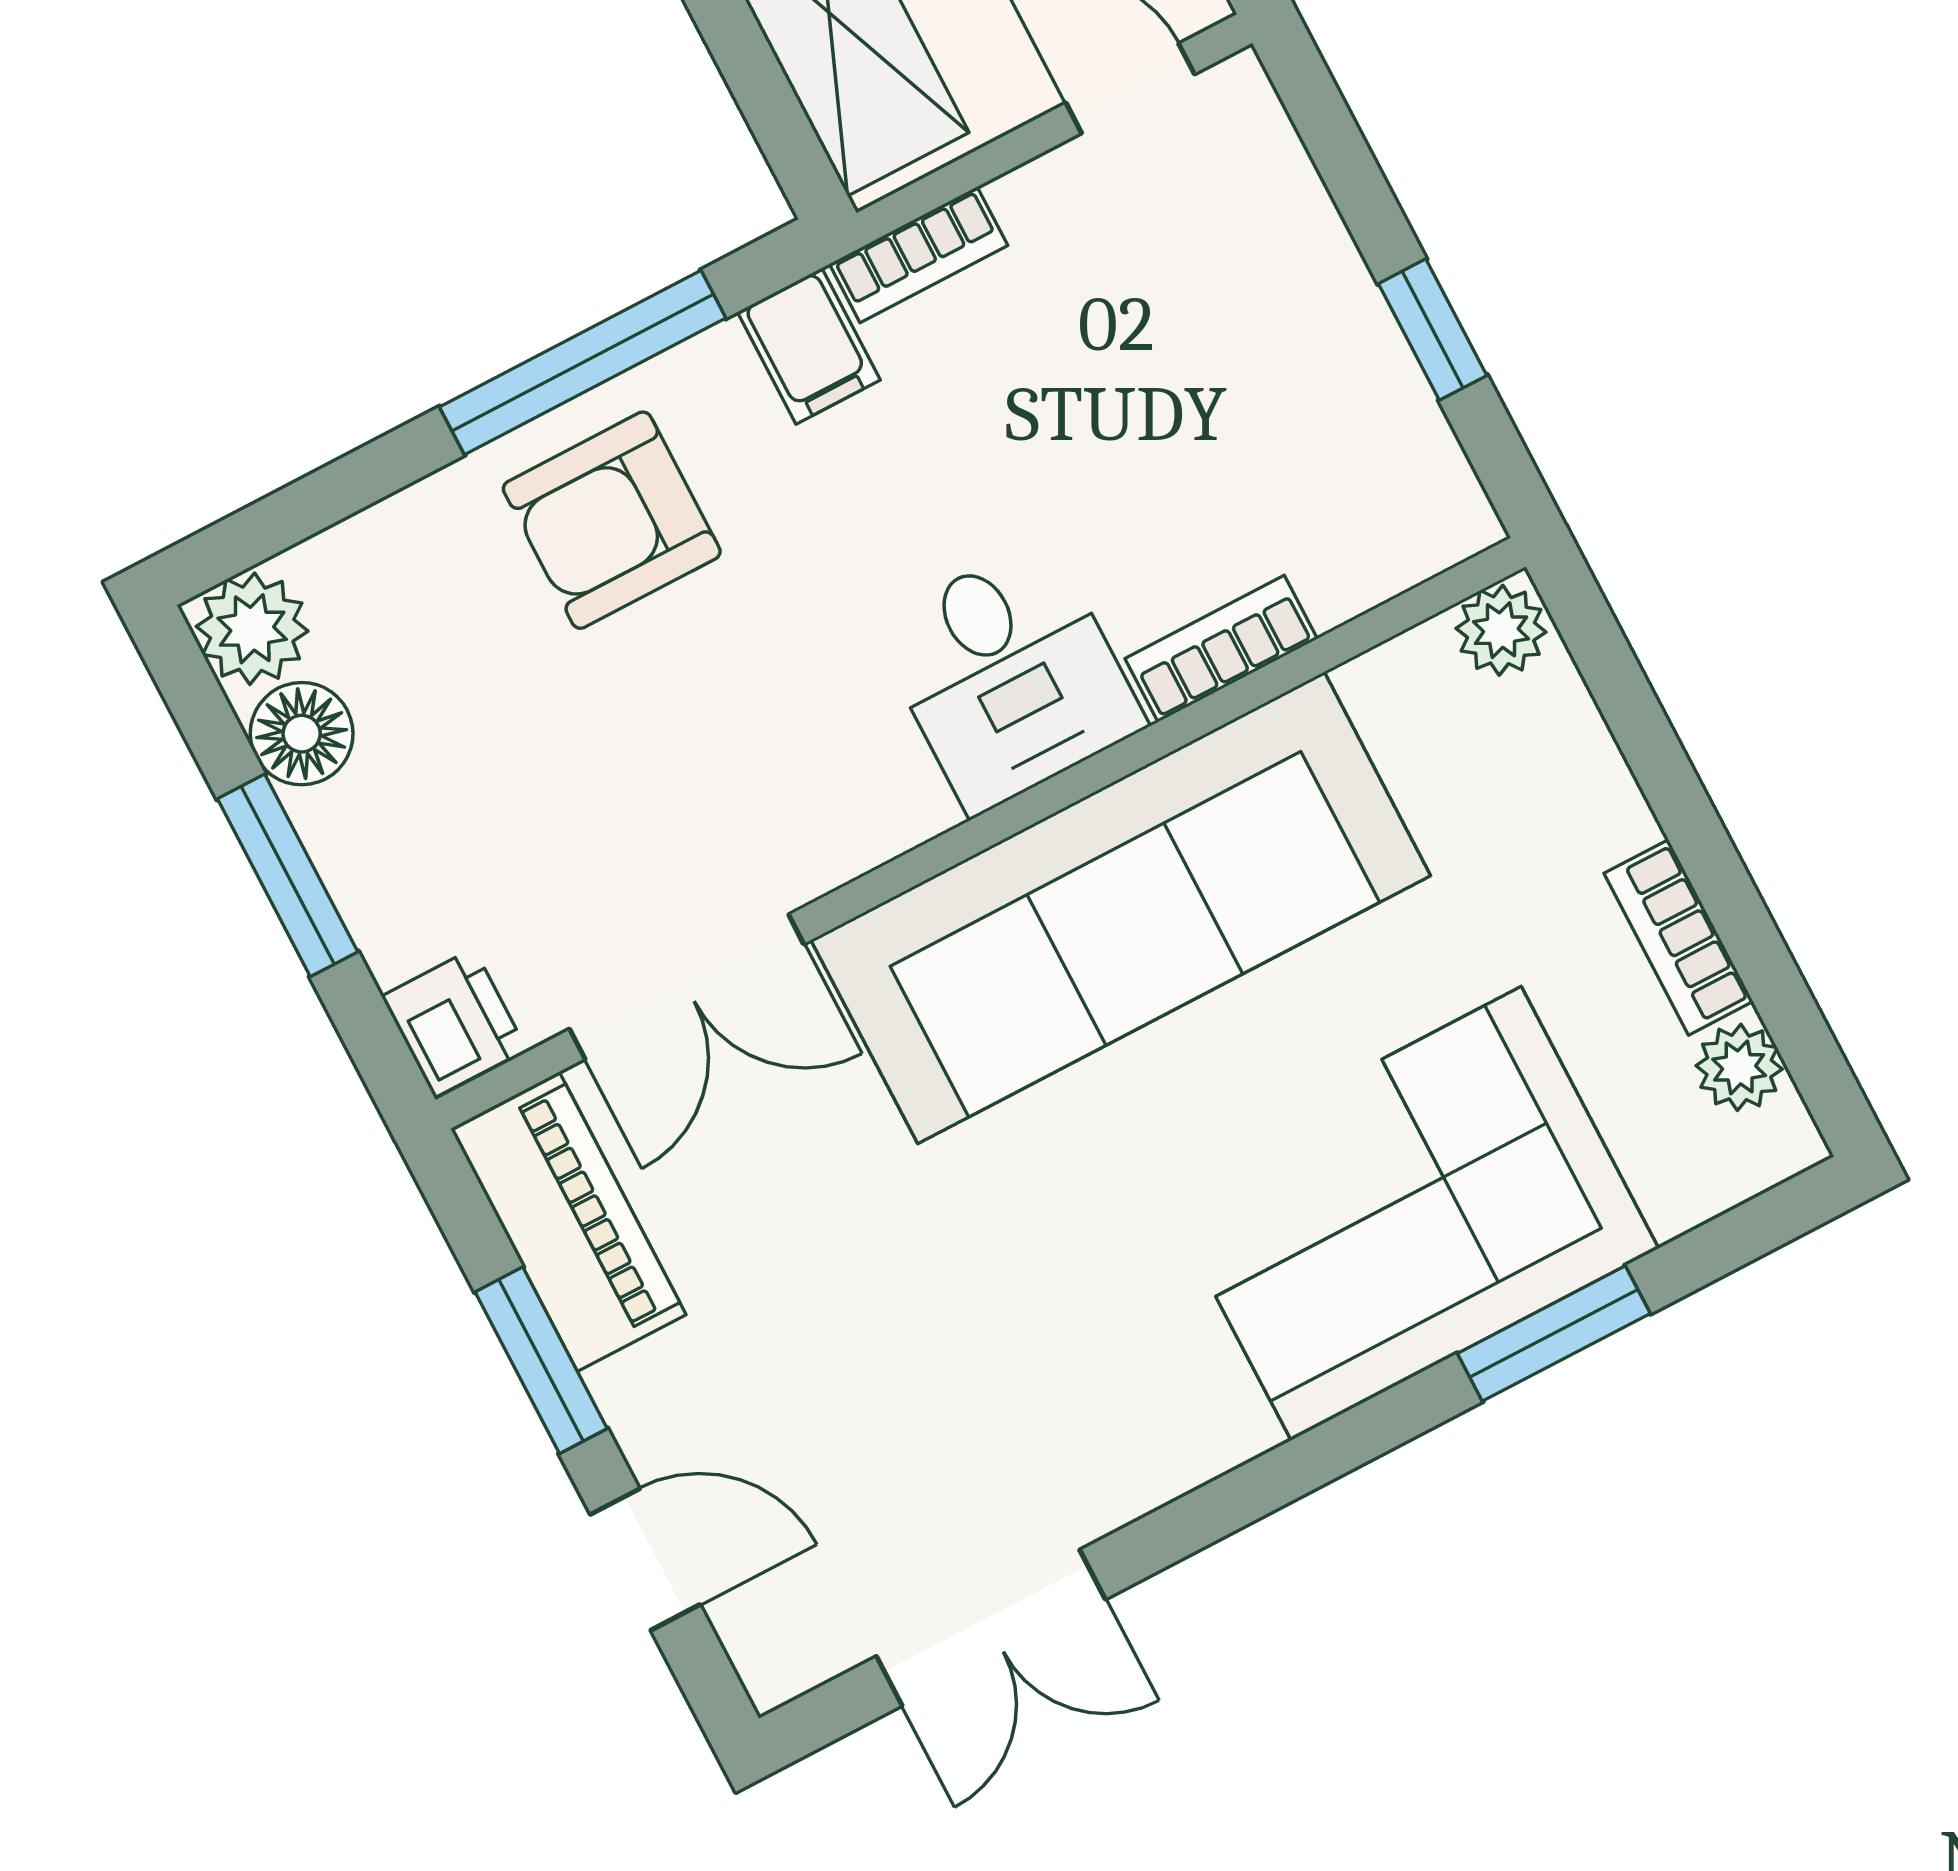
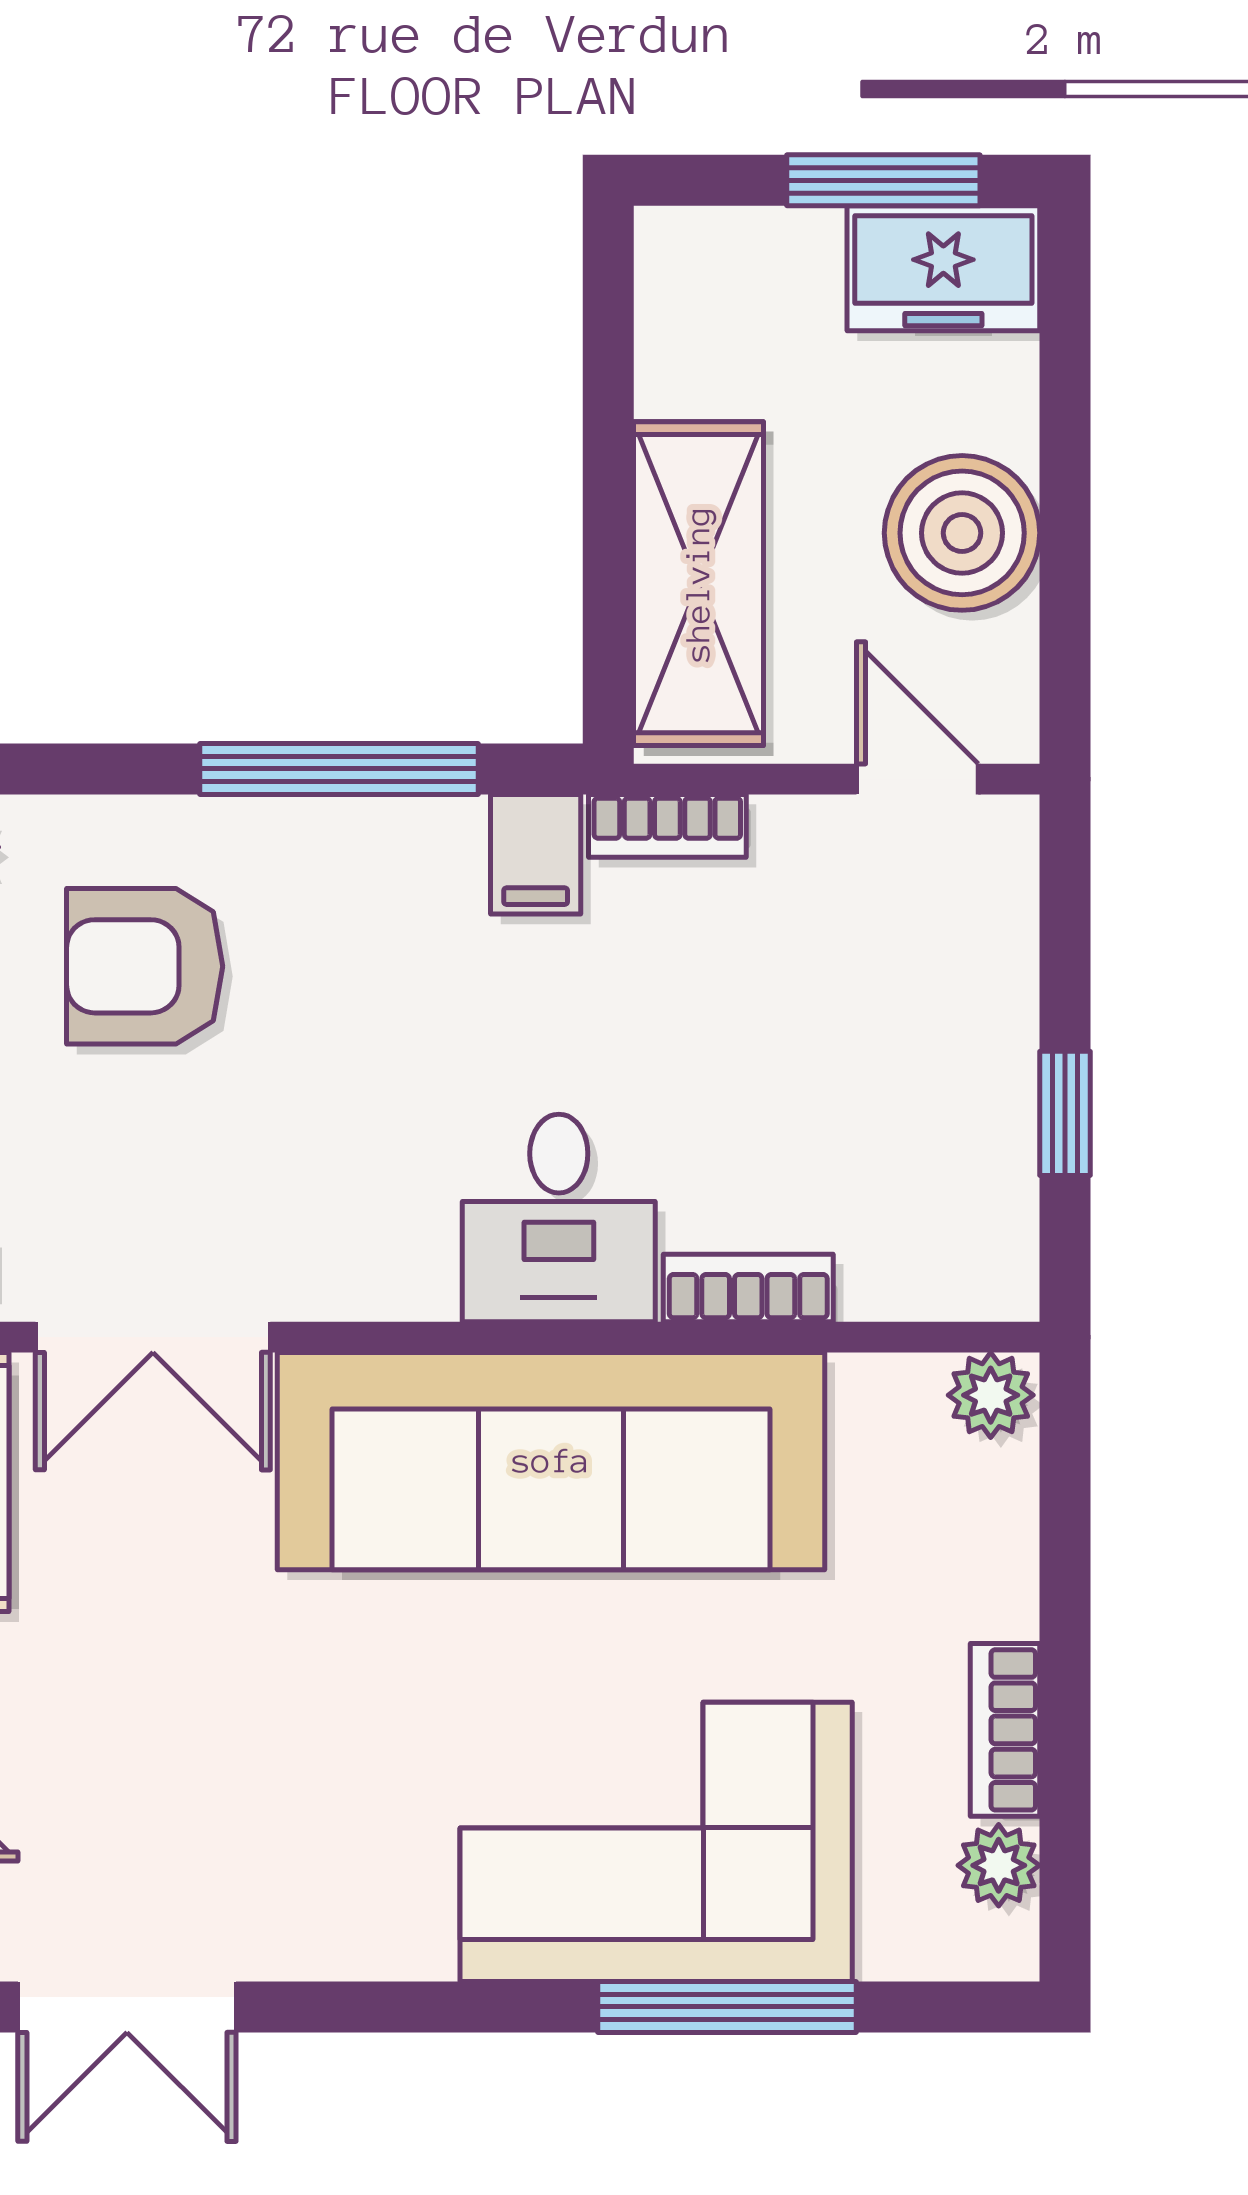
armchair: (612, 520) -> (145, 966), moved
window: (1554, 1333) -> (727, 2007), width x1.44

